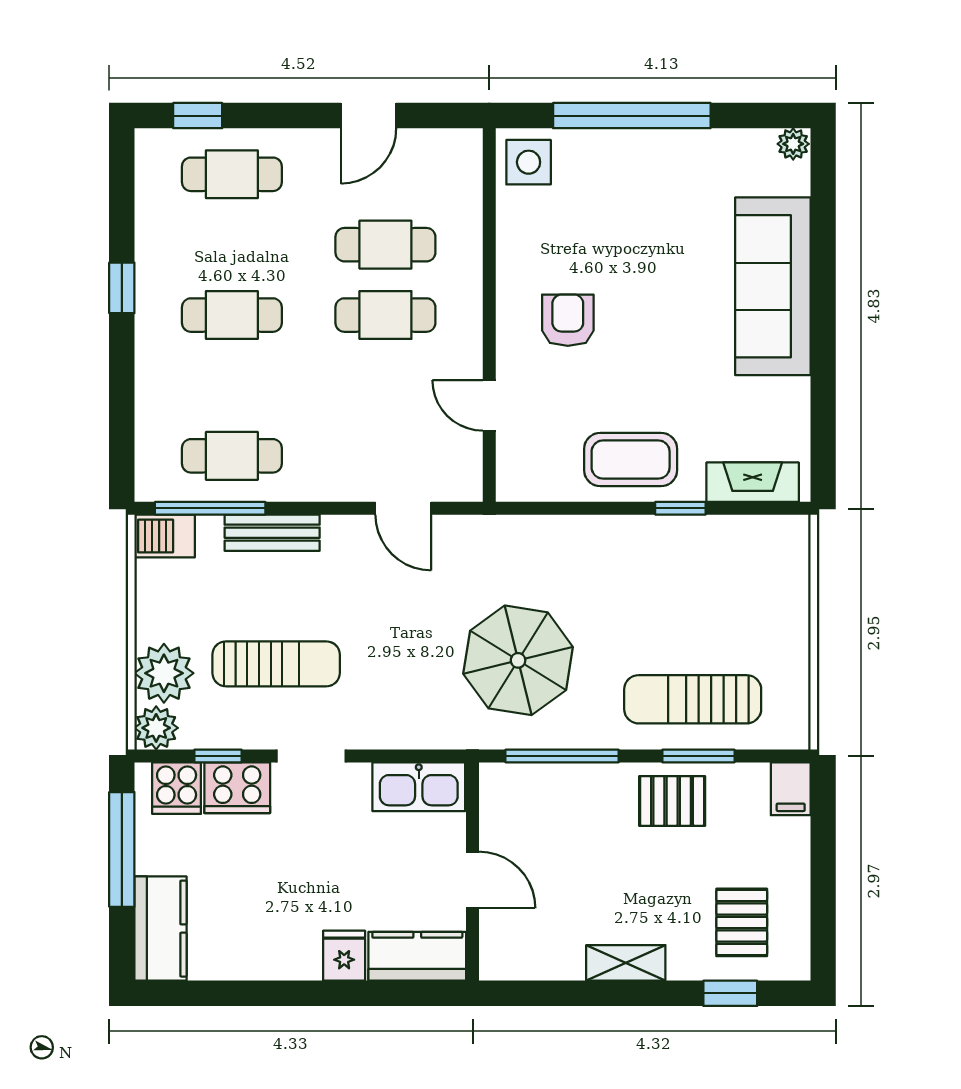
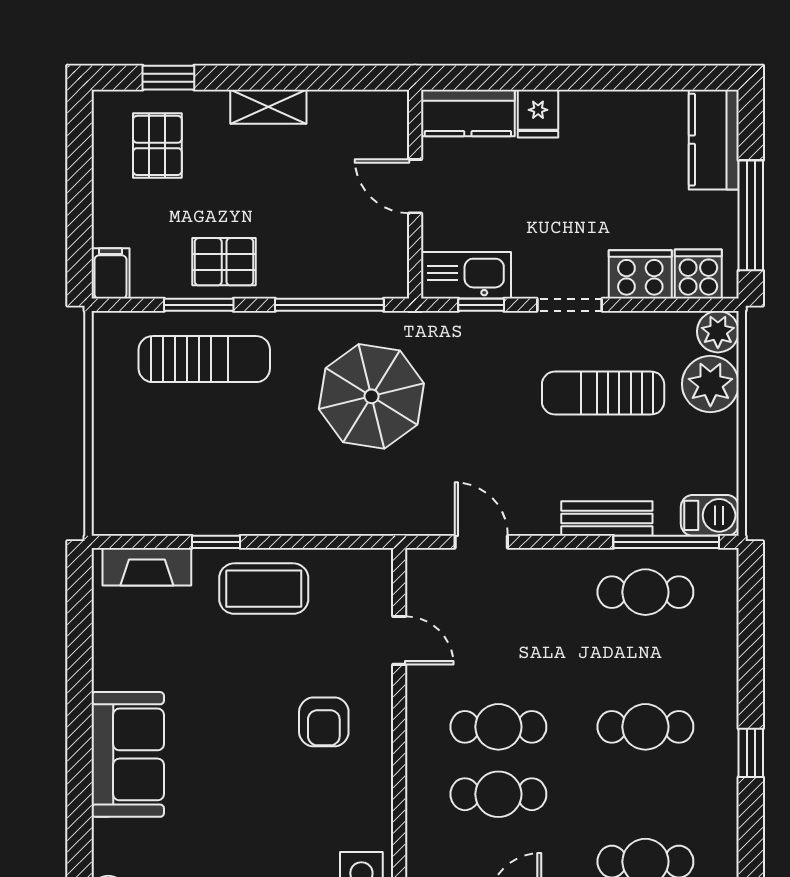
sofa: (773, 286) -> (128, 754), width x0.73
window: (218, 756) -> (481, 305), moved

